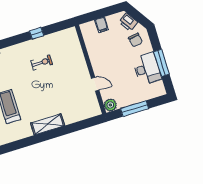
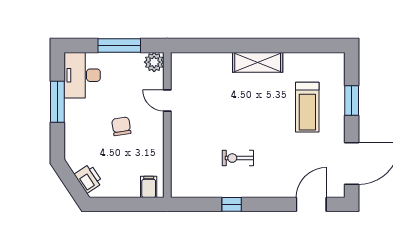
filing cabinet: (102, 25) -> (149, 187), moved
chair: (135, 40) -> (121, 126), moved
desk: (147, 69) -> (82, 75), moved

